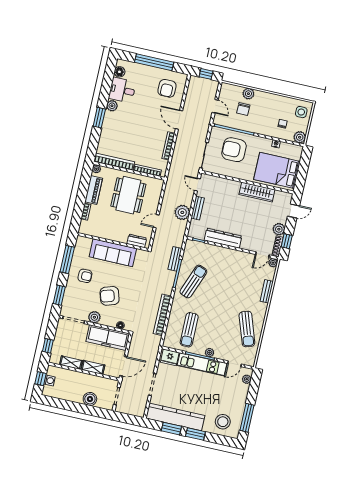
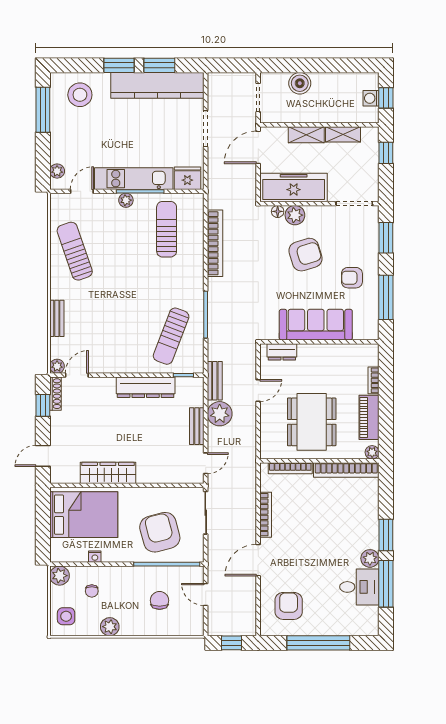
floor lamp: (119, 72) -> (370, 615), removed
window: (106, 88) -> (386, 584), added
plant: (248, 94) -> (110, 627), moved
door: (179, 120) -> (258, 560), swing flipped
armchair: (234, 150) -> (160, 532), turned -105
door: (197, 185) -> (206, 463), hinge flipped
plant: (279, 229) -> (60, 422), removed
bench: (175, 259) -> (215, 381), moved
sun lounger: (193, 282) -> (171, 336), moved
plant: (94, 317) -> (295, 215), moved

